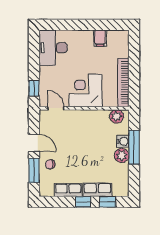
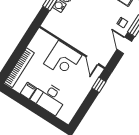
desk: (53, 48) -> (49, 98), moved, turned 90
bookcase: (123, 83) -> (19, 68), moved
plant: (117, 116) -> (52, 27), removed

